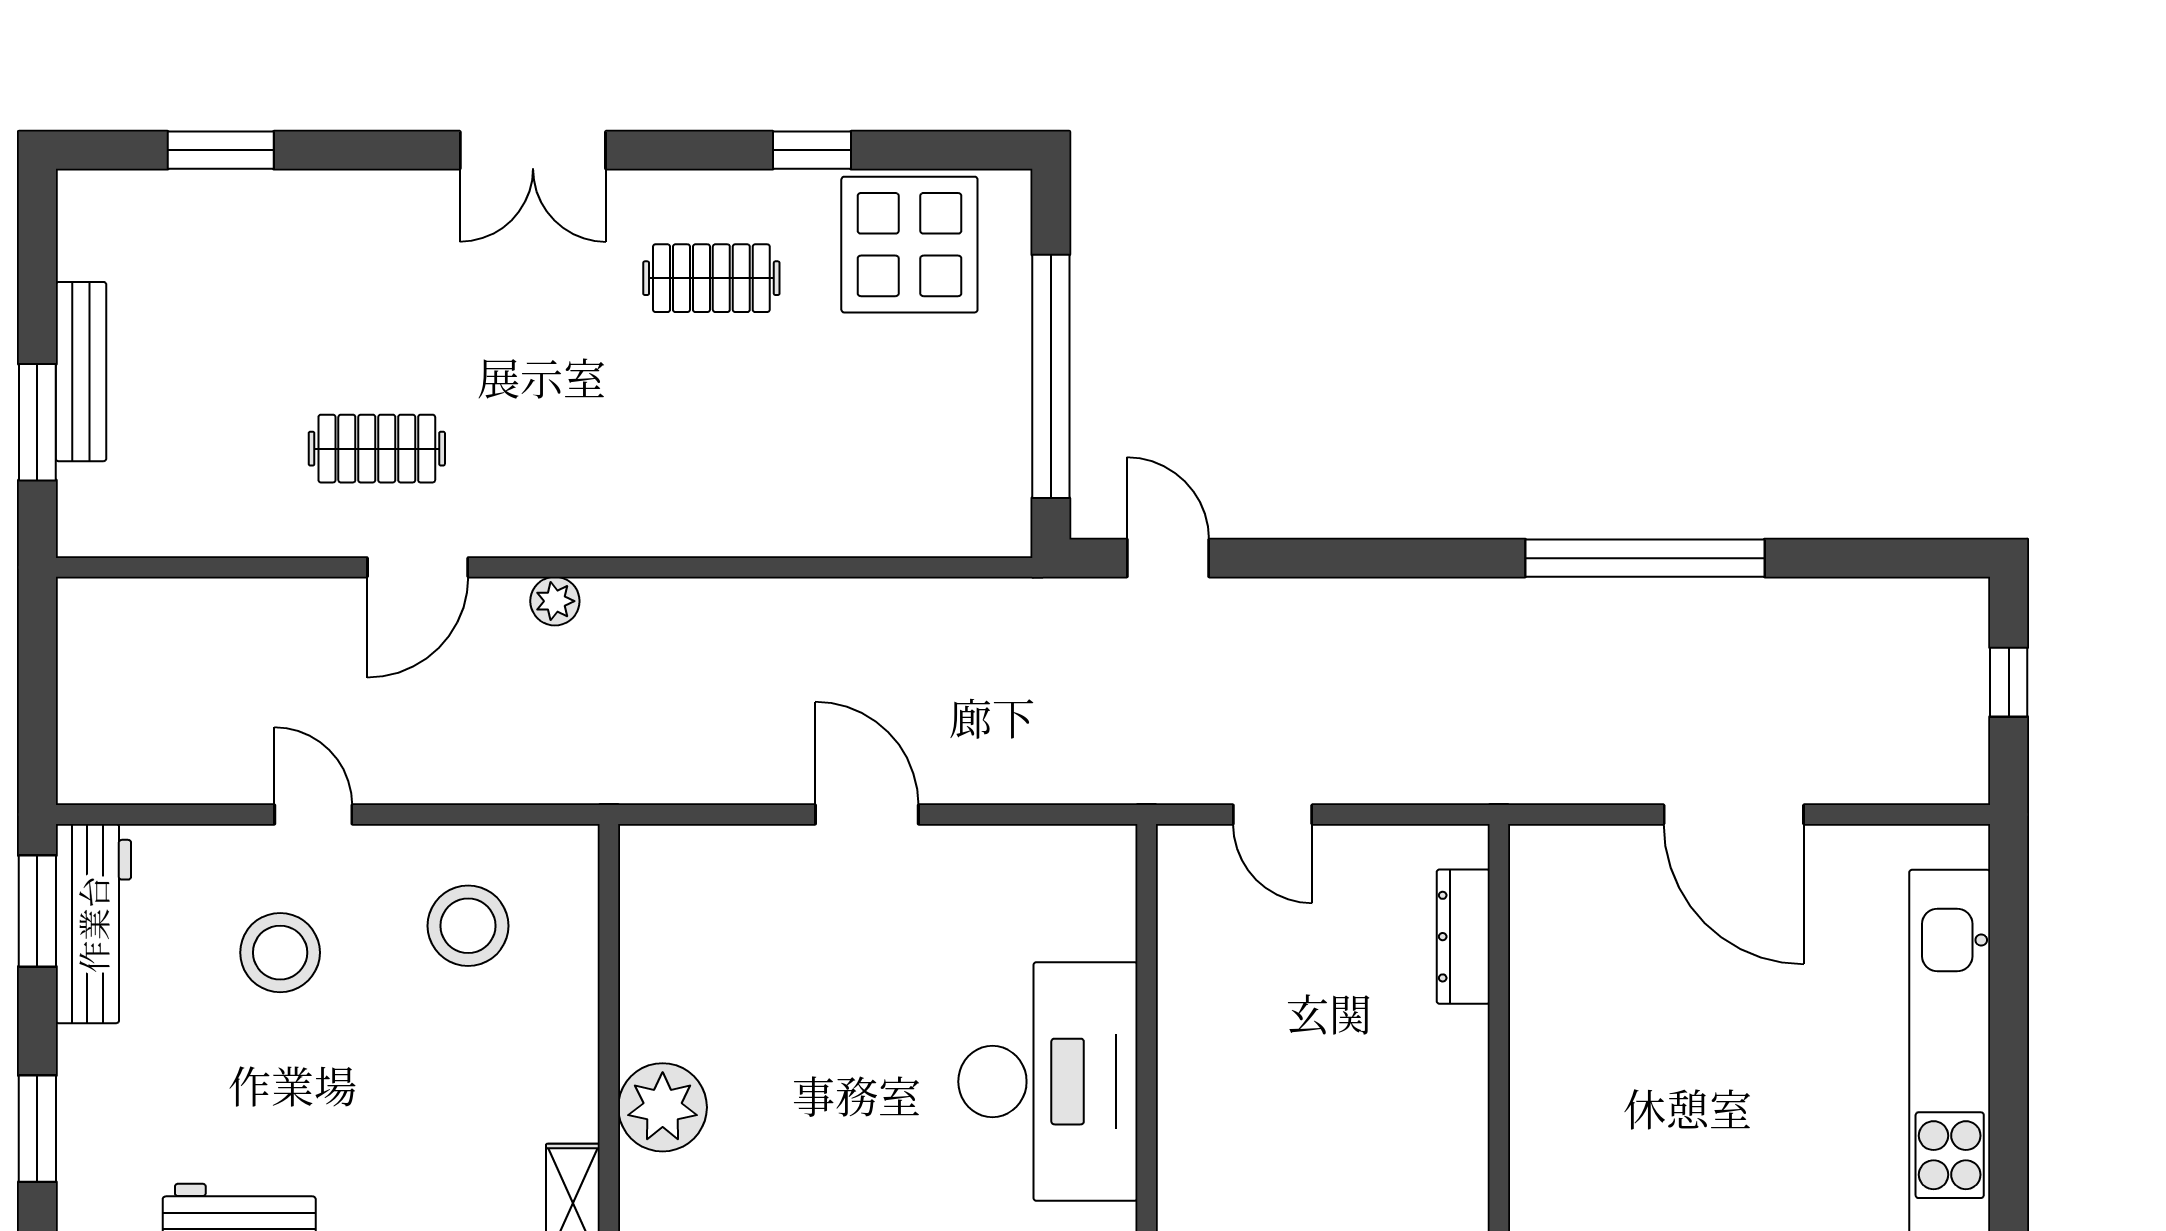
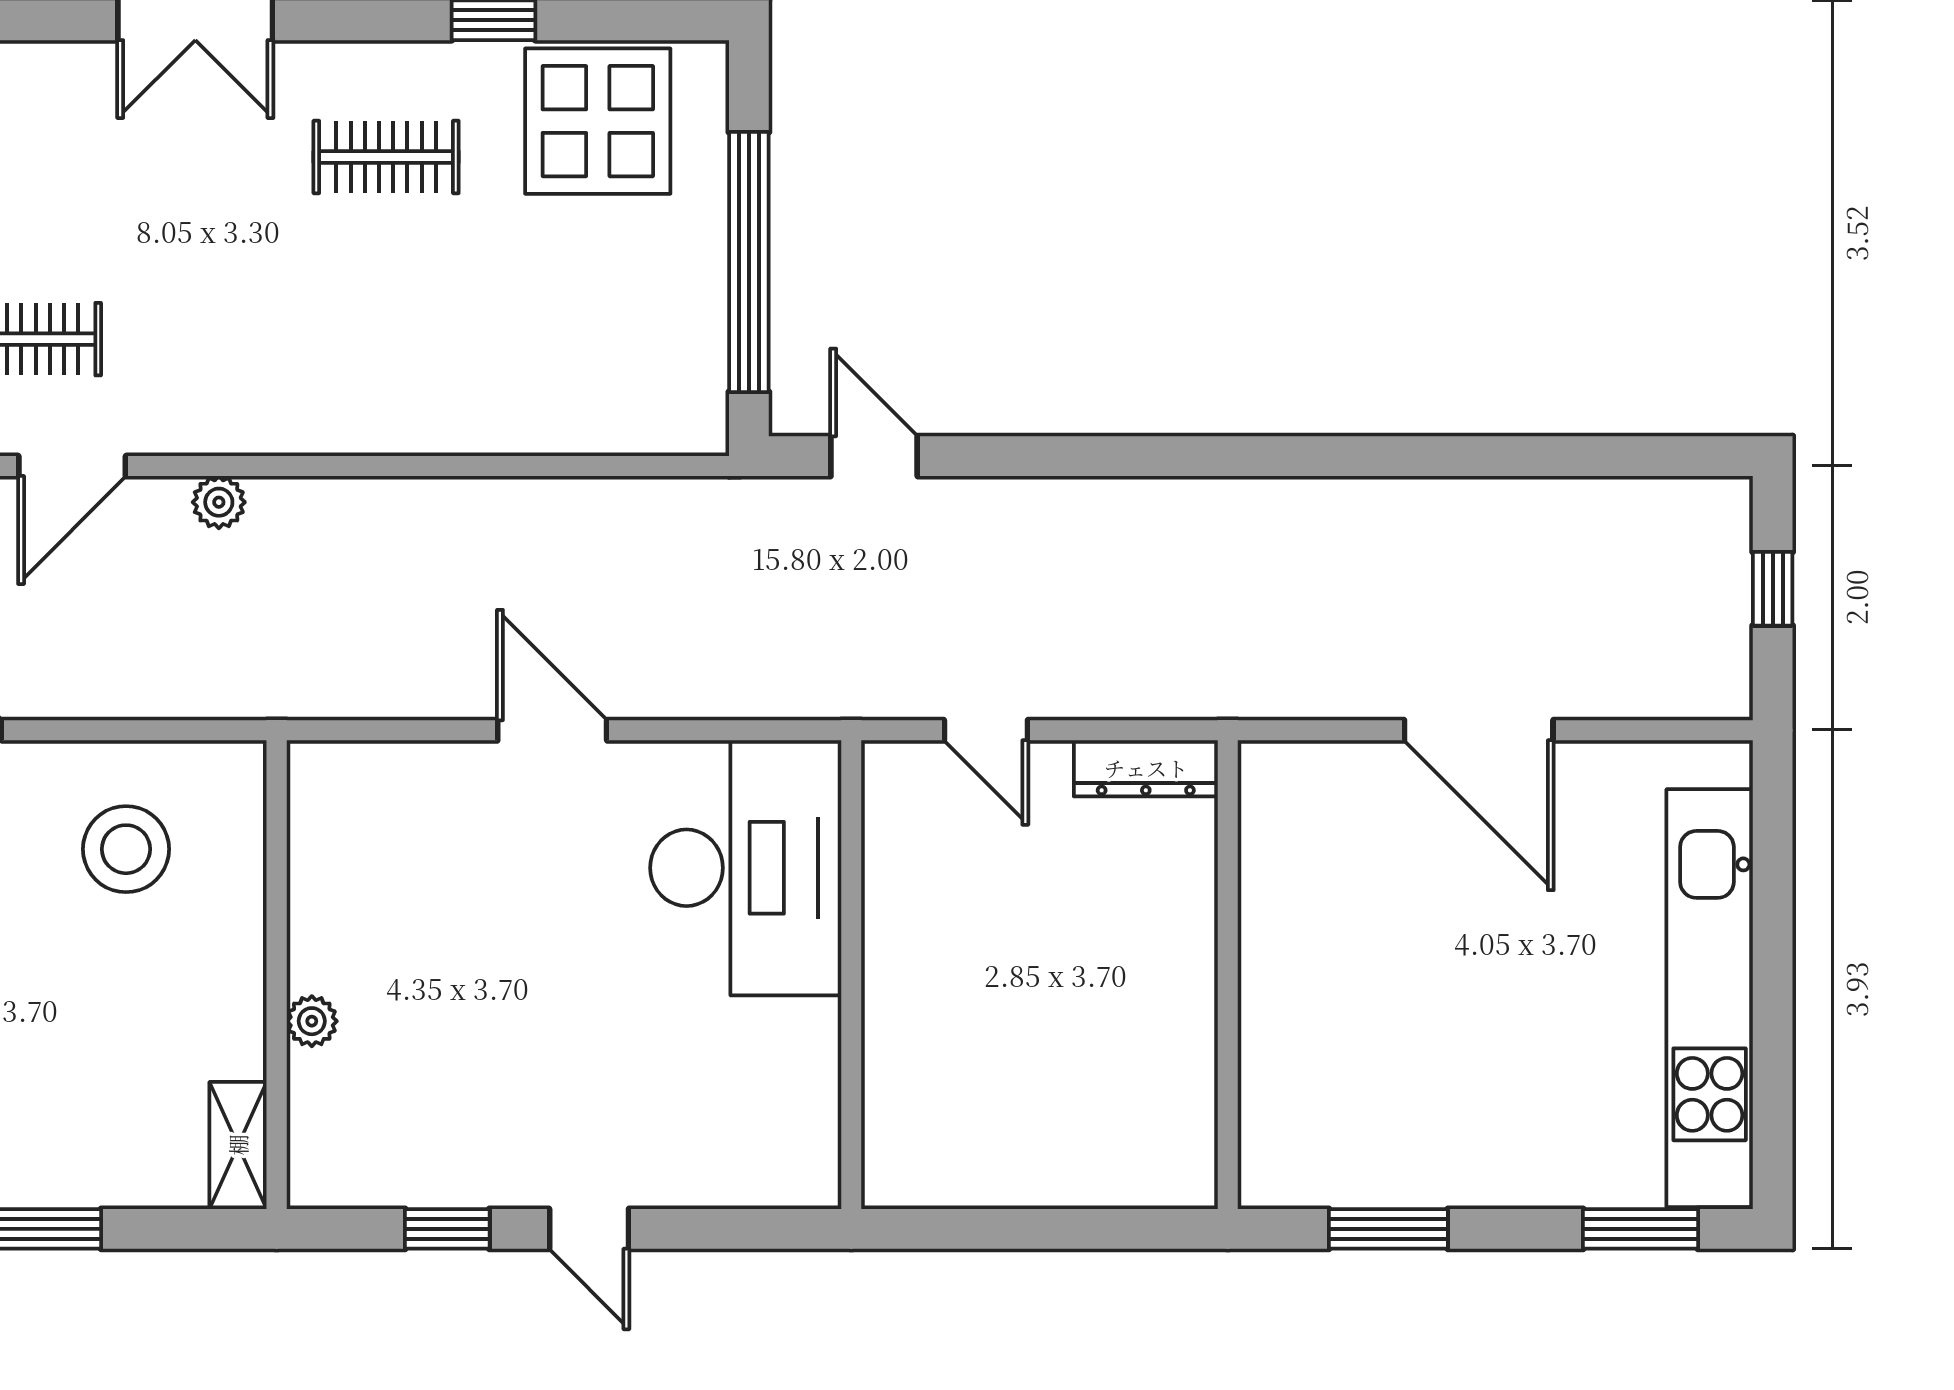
window: (1645, 558) -> (1384, 456), removed
dresser: (1463, 937) -> (1146, 768), moved, turned -90
desk: (1048, 1082) -> (746, 868), moved
plant: (663, 1107) -> (312, 1021), width x0.53, depth x0.53

